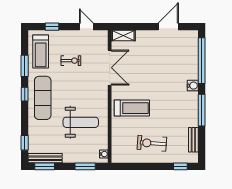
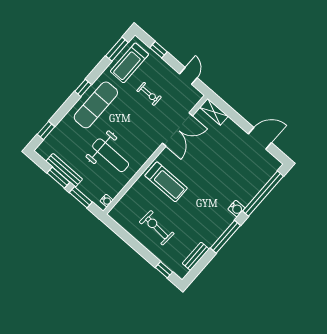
window: (25, 66) -> (117, 49), moved
bench: (45, 158) -> (64, 170), moved
window: (45, 166) -> (58, 178), moved

